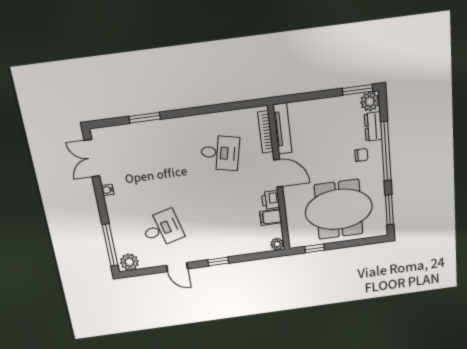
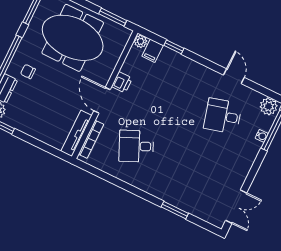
desk: (220, 153) -> (136, 146), turned -36
water cooler: (107, 190) -> (262, 136), moved
filing cabinet: (271, 217) -> (153, 51), moved, turned 90
window: (315, 248) -> (113, 17), width x1.50
window: (218, 261) -> (174, 47), moved

